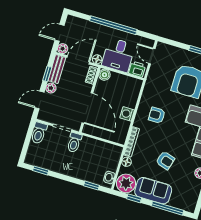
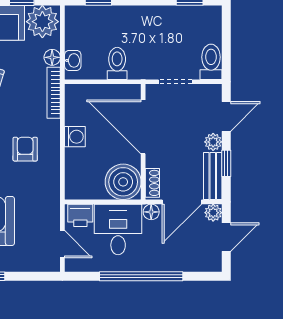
boiler: (104, 75) -> (123, 182), width x1.86, depth x1.86
armchair: (157, 115) -> (25, 149), turned -90
toilet: (74, 143) -> (117, 63), moved
washbasin: (109, 177) -> (73, 60), moved

